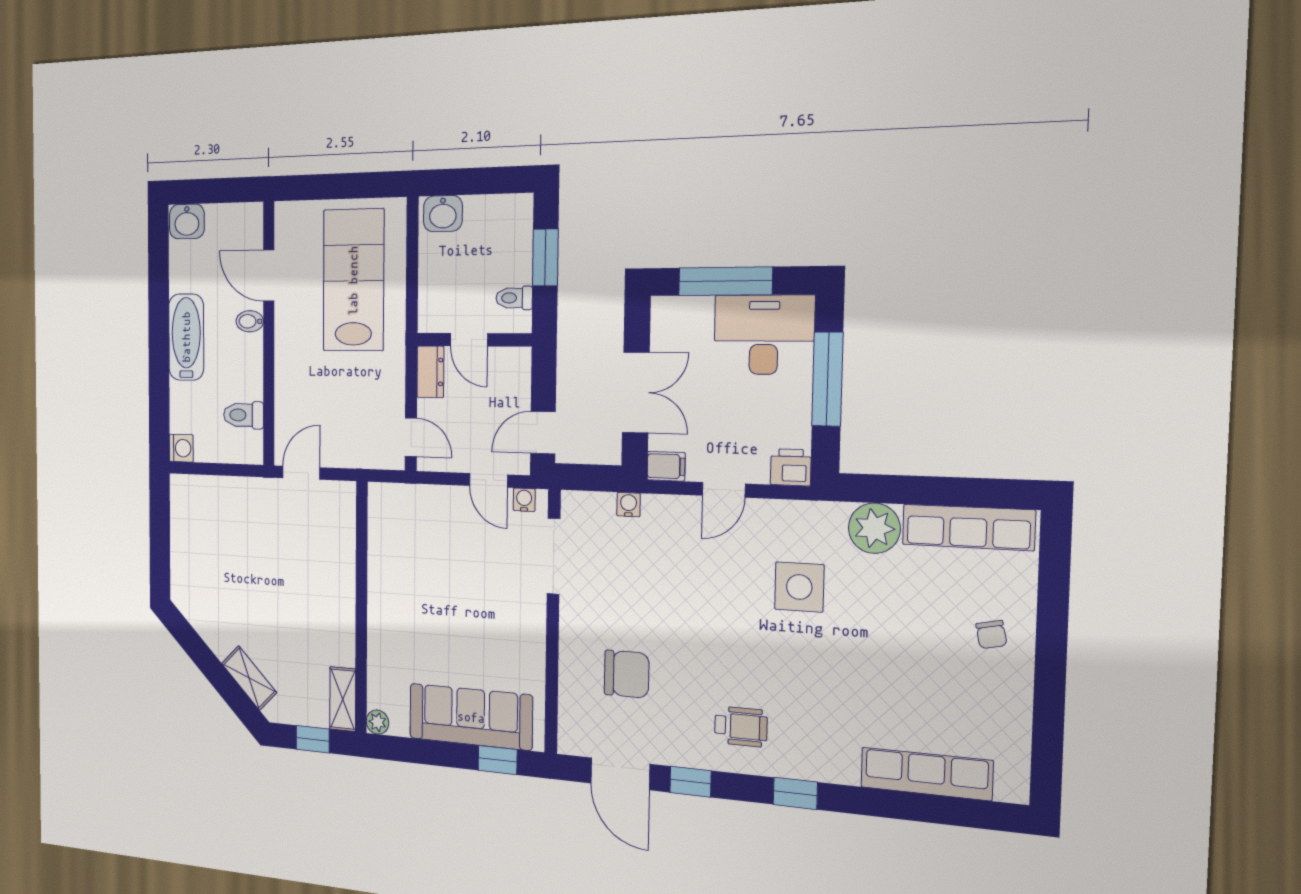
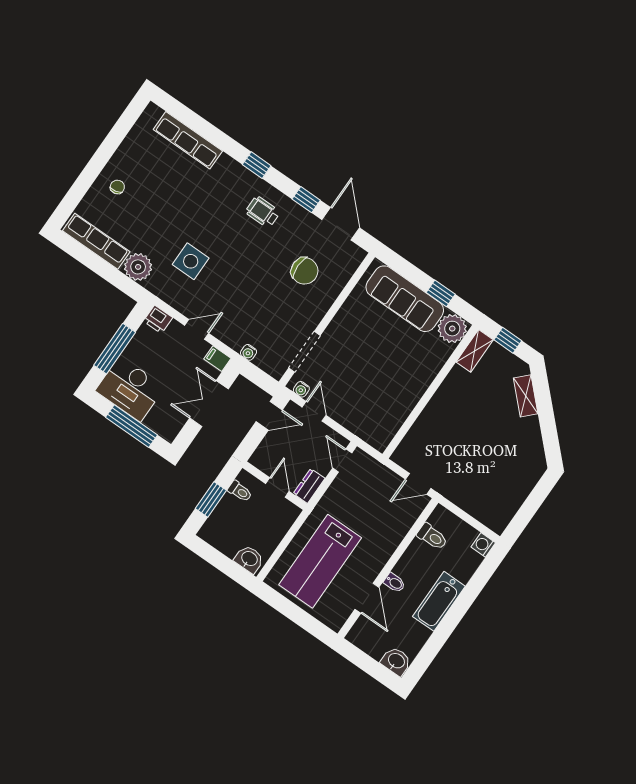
chair: (627, 674) -> (305, 271), turned 180
plant: (377, 722) -> (452, 329), width x1.87, depth x1.87
window: (498, 760) -> (441, 293), moved

